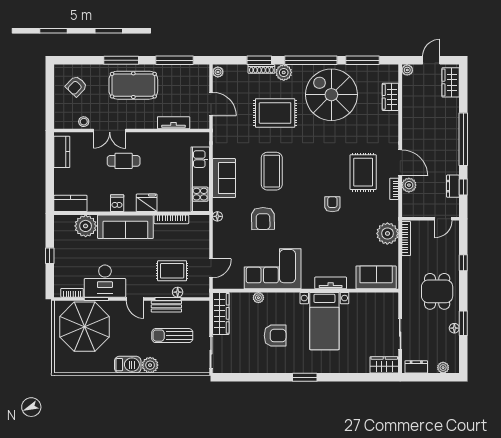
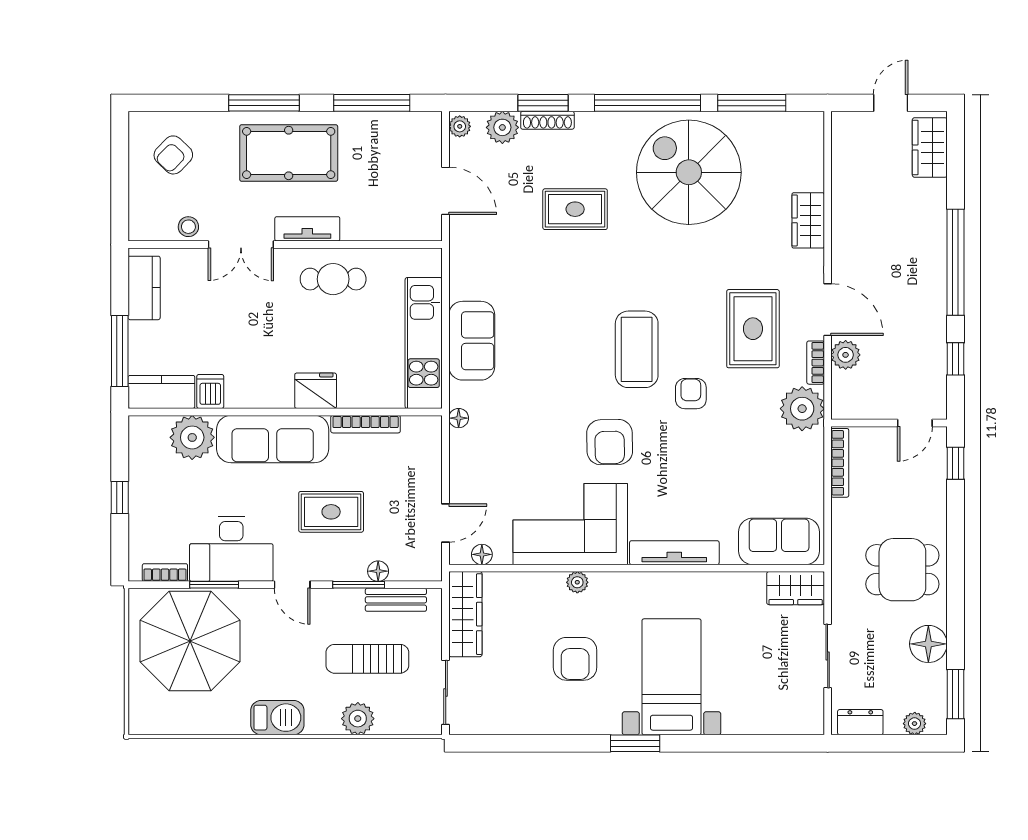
plant: (407, 70) -> (842, 122), removed
plant: (284, 73) -> (502, 127), moved
wardrobe: (390, 97) -> (808, 220), moved
rug: (275, 113) -> (575, 209), width x0.73, depth x0.70
tv unit: (174, 123) -> (307, 229), moved
cafe table: (124, 161) -> (333, 279), moved
coffee table: (272, 171) -> (637, 349), moved
window: (50, 183) -> (120, 351), added
dresser: (453, 186) -> (934, 357), removed
dishwasher: (117, 203) -> (210, 391), moved
armchair: (263, 218) -> (610, 442), moved
plant: (387, 233) -> (802, 409), moved
window: (463, 263) -> (955, 463), moved
rug: (172, 271) -> (331, 512), moved
tv unit: (331, 283) -> (674, 553), width x1.41
floor lamp: (229, 284) -> (482, 554), added
dining table: (437, 291) -> (902, 570), turned 90
plant: (258, 298) -> (577, 582), moved
bench: (166, 306) -> (396, 600), moved
bed with nightstands: (324, 321) -> (672, 677), moved, turned 180
window: (463, 323) -> (955, 694), moved
floor lamp: (454, 328) -> (928, 644), width x1.89, depth x1.89
armchair: (275, 336) -> (575, 659), turned 90
plant: (150, 365) -> (358, 719), moved
wardrobe: (384, 365) -> (796, 588), moved, turned 180

